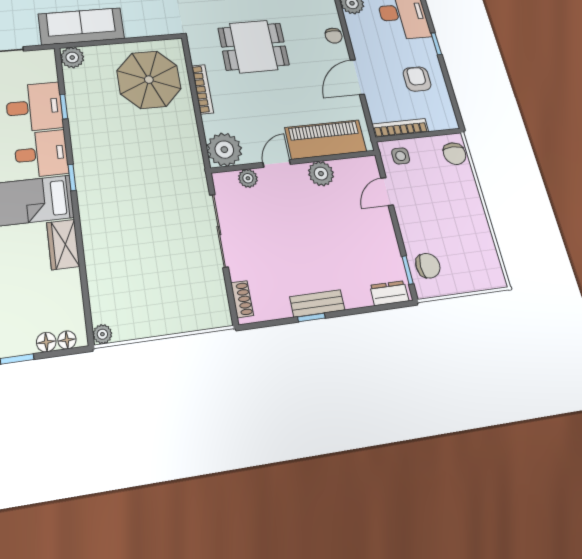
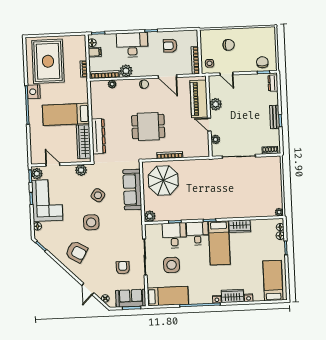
sofa: (81, 26) -> (132, 189), moved
dining table: (254, 47) -> (148, 126), turned 90
plant: (224, 150) -> (201, 149), removed
chair: (455, 154) -> (229, 45), moved

